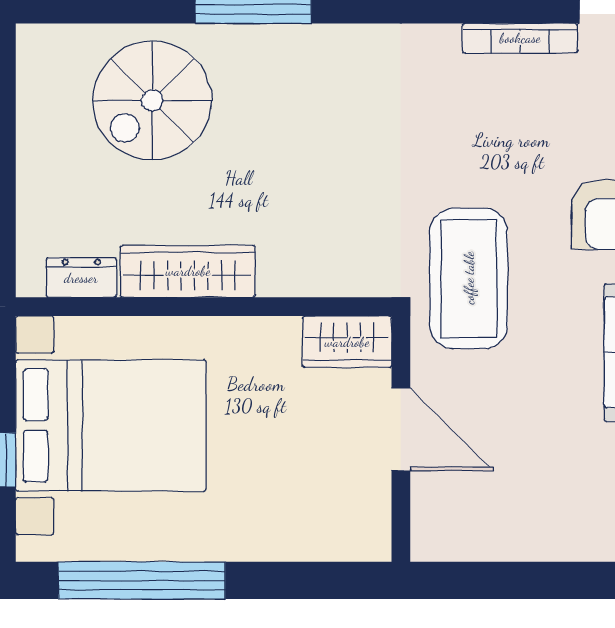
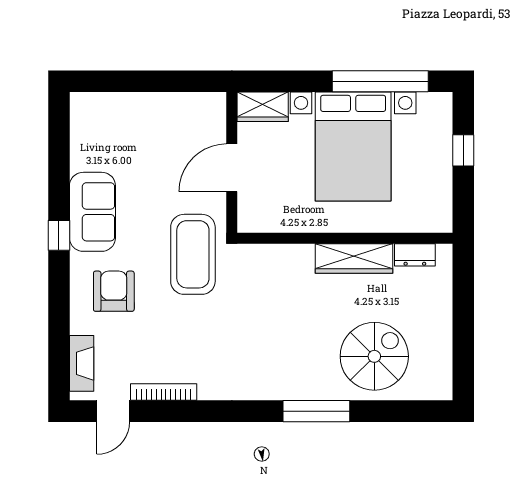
wardrobe: (347, 342) -> (263, 107), moved, turned 180
bed with nightstands: (111, 425) -> (353, 147), moved, turned -90
door: (401, 430) -> (232, 168), hinge flipped

